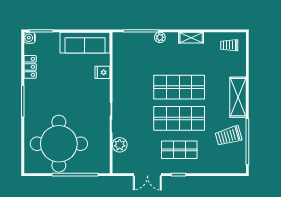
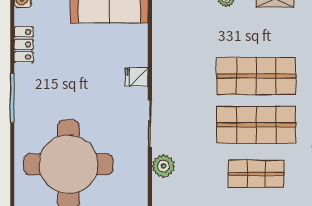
fridge: (102, 72) -> (137, 77), moved

